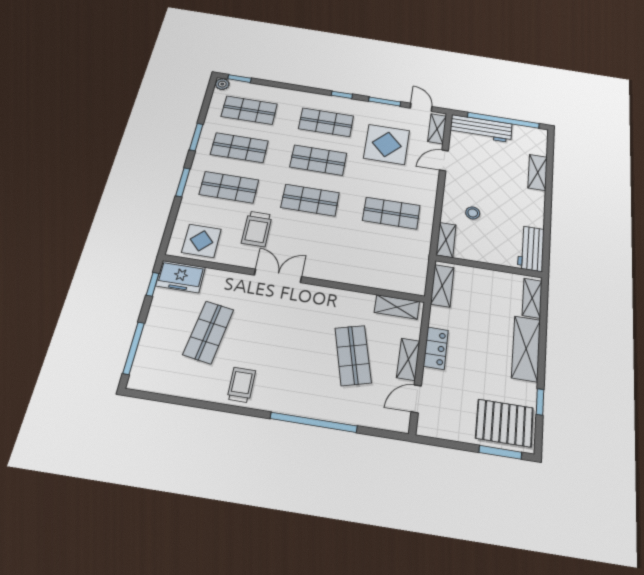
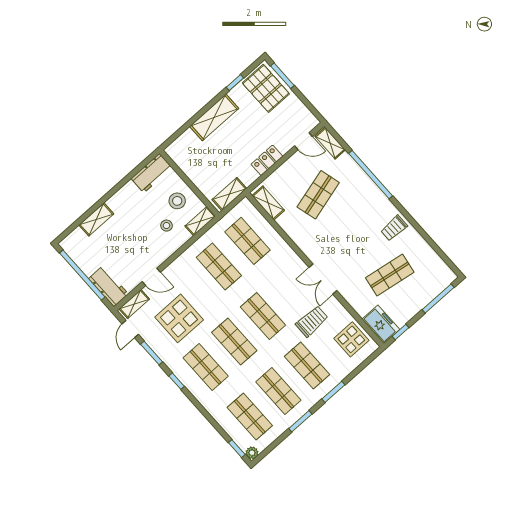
workbench: (481, 128) -> (108, 286), width x0.73
stool: (484, 242) -> (177, 201), added
shop shelf: (385, 256) -> (247, 241), added
shelving: (532, 298) -> (182, 143), removed
shelving: (408, 359) -> (330, 143), moved, turned 90

